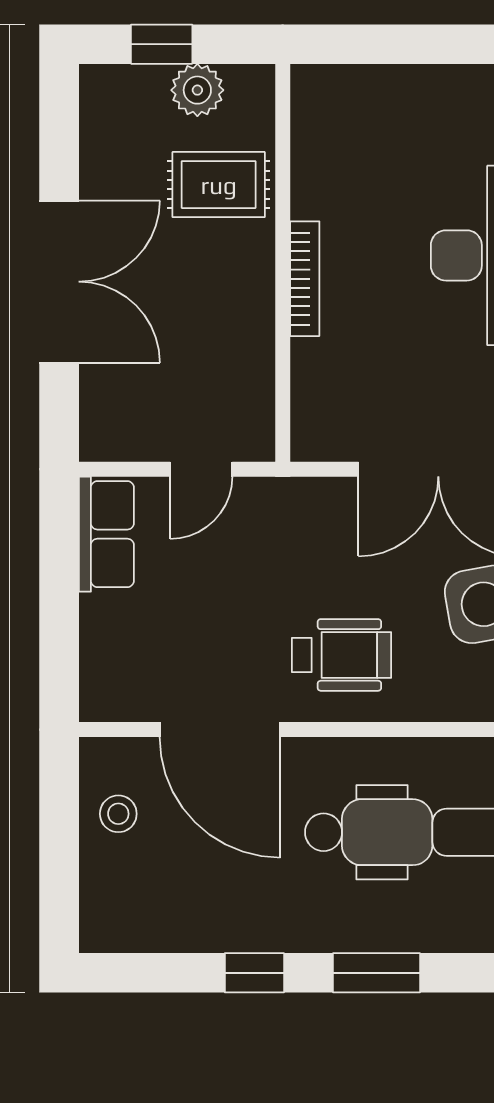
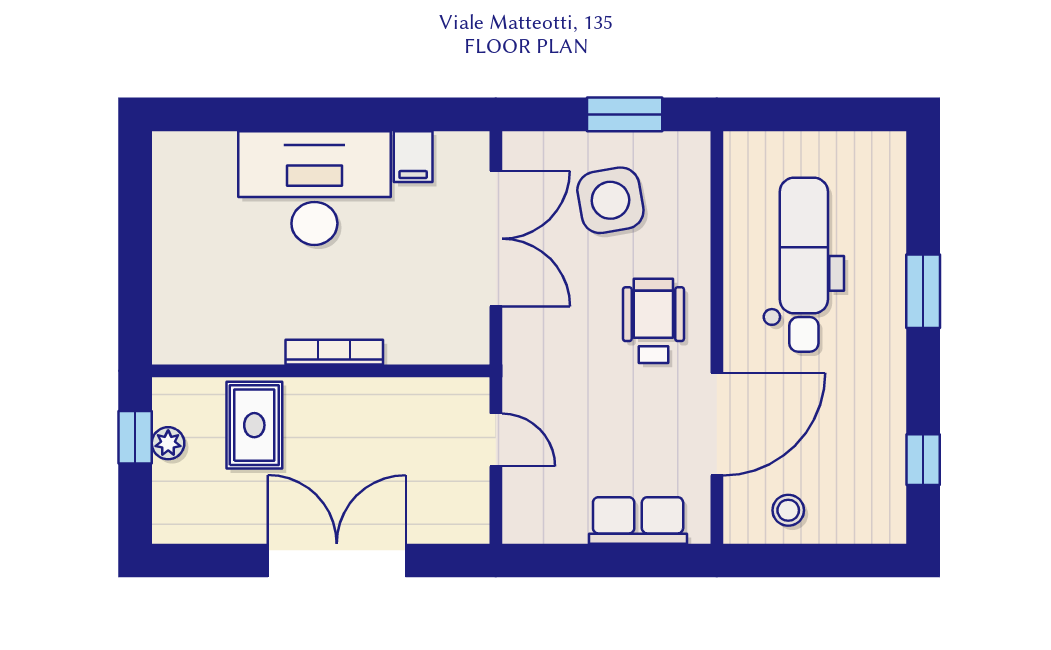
window: (162, 44) -> (135, 437), moved
plant: (197, 90) -> (168, 443), width x0.73, depth x0.73
row of seats: (106, 534) -> (638, 520), moved
window: (254, 973) -> (923, 460), moved

